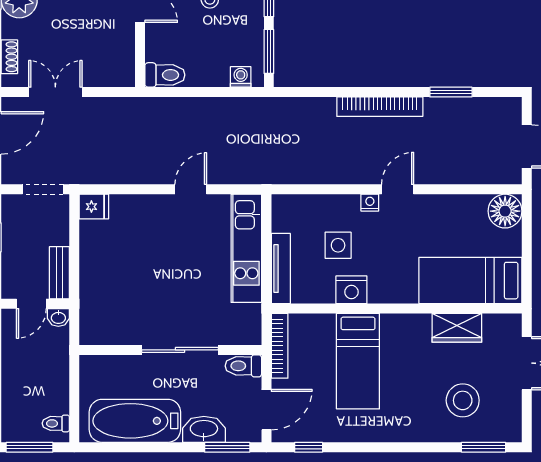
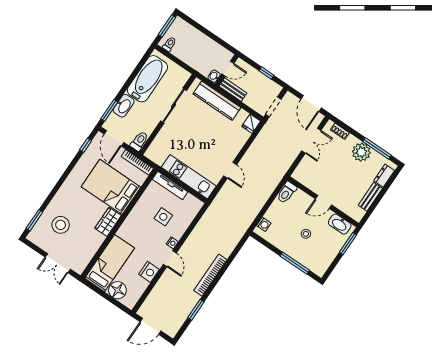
window: (269, 51) -> (266, 244), removed
floor lamp: (505, 211) -> (117, 290), moved
kitchen counter: (94, 286) -> (217, 101), added
nightstand: (351, 290) -> (149, 272), moved, turned 180
door: (31, 304) -> (228, 69), swing flipped
wardrobe: (457, 328) -> (108, 222), moved
sliding door: (180, 350) -> (174, 106), moved
bed: (358, 361) -> (111, 187), width x1.50

